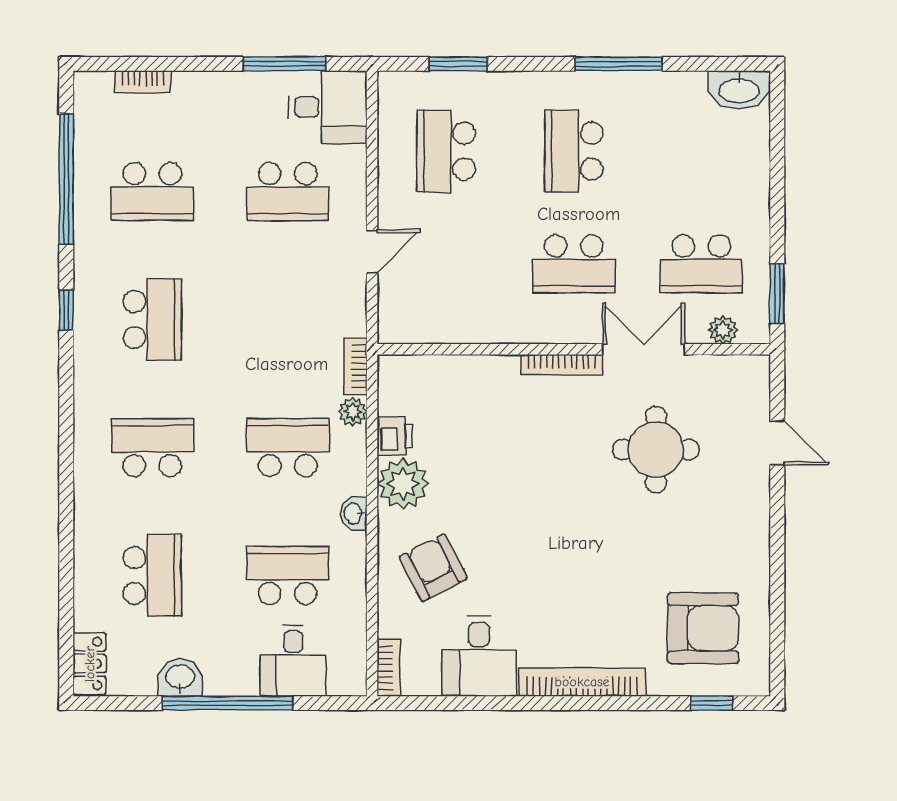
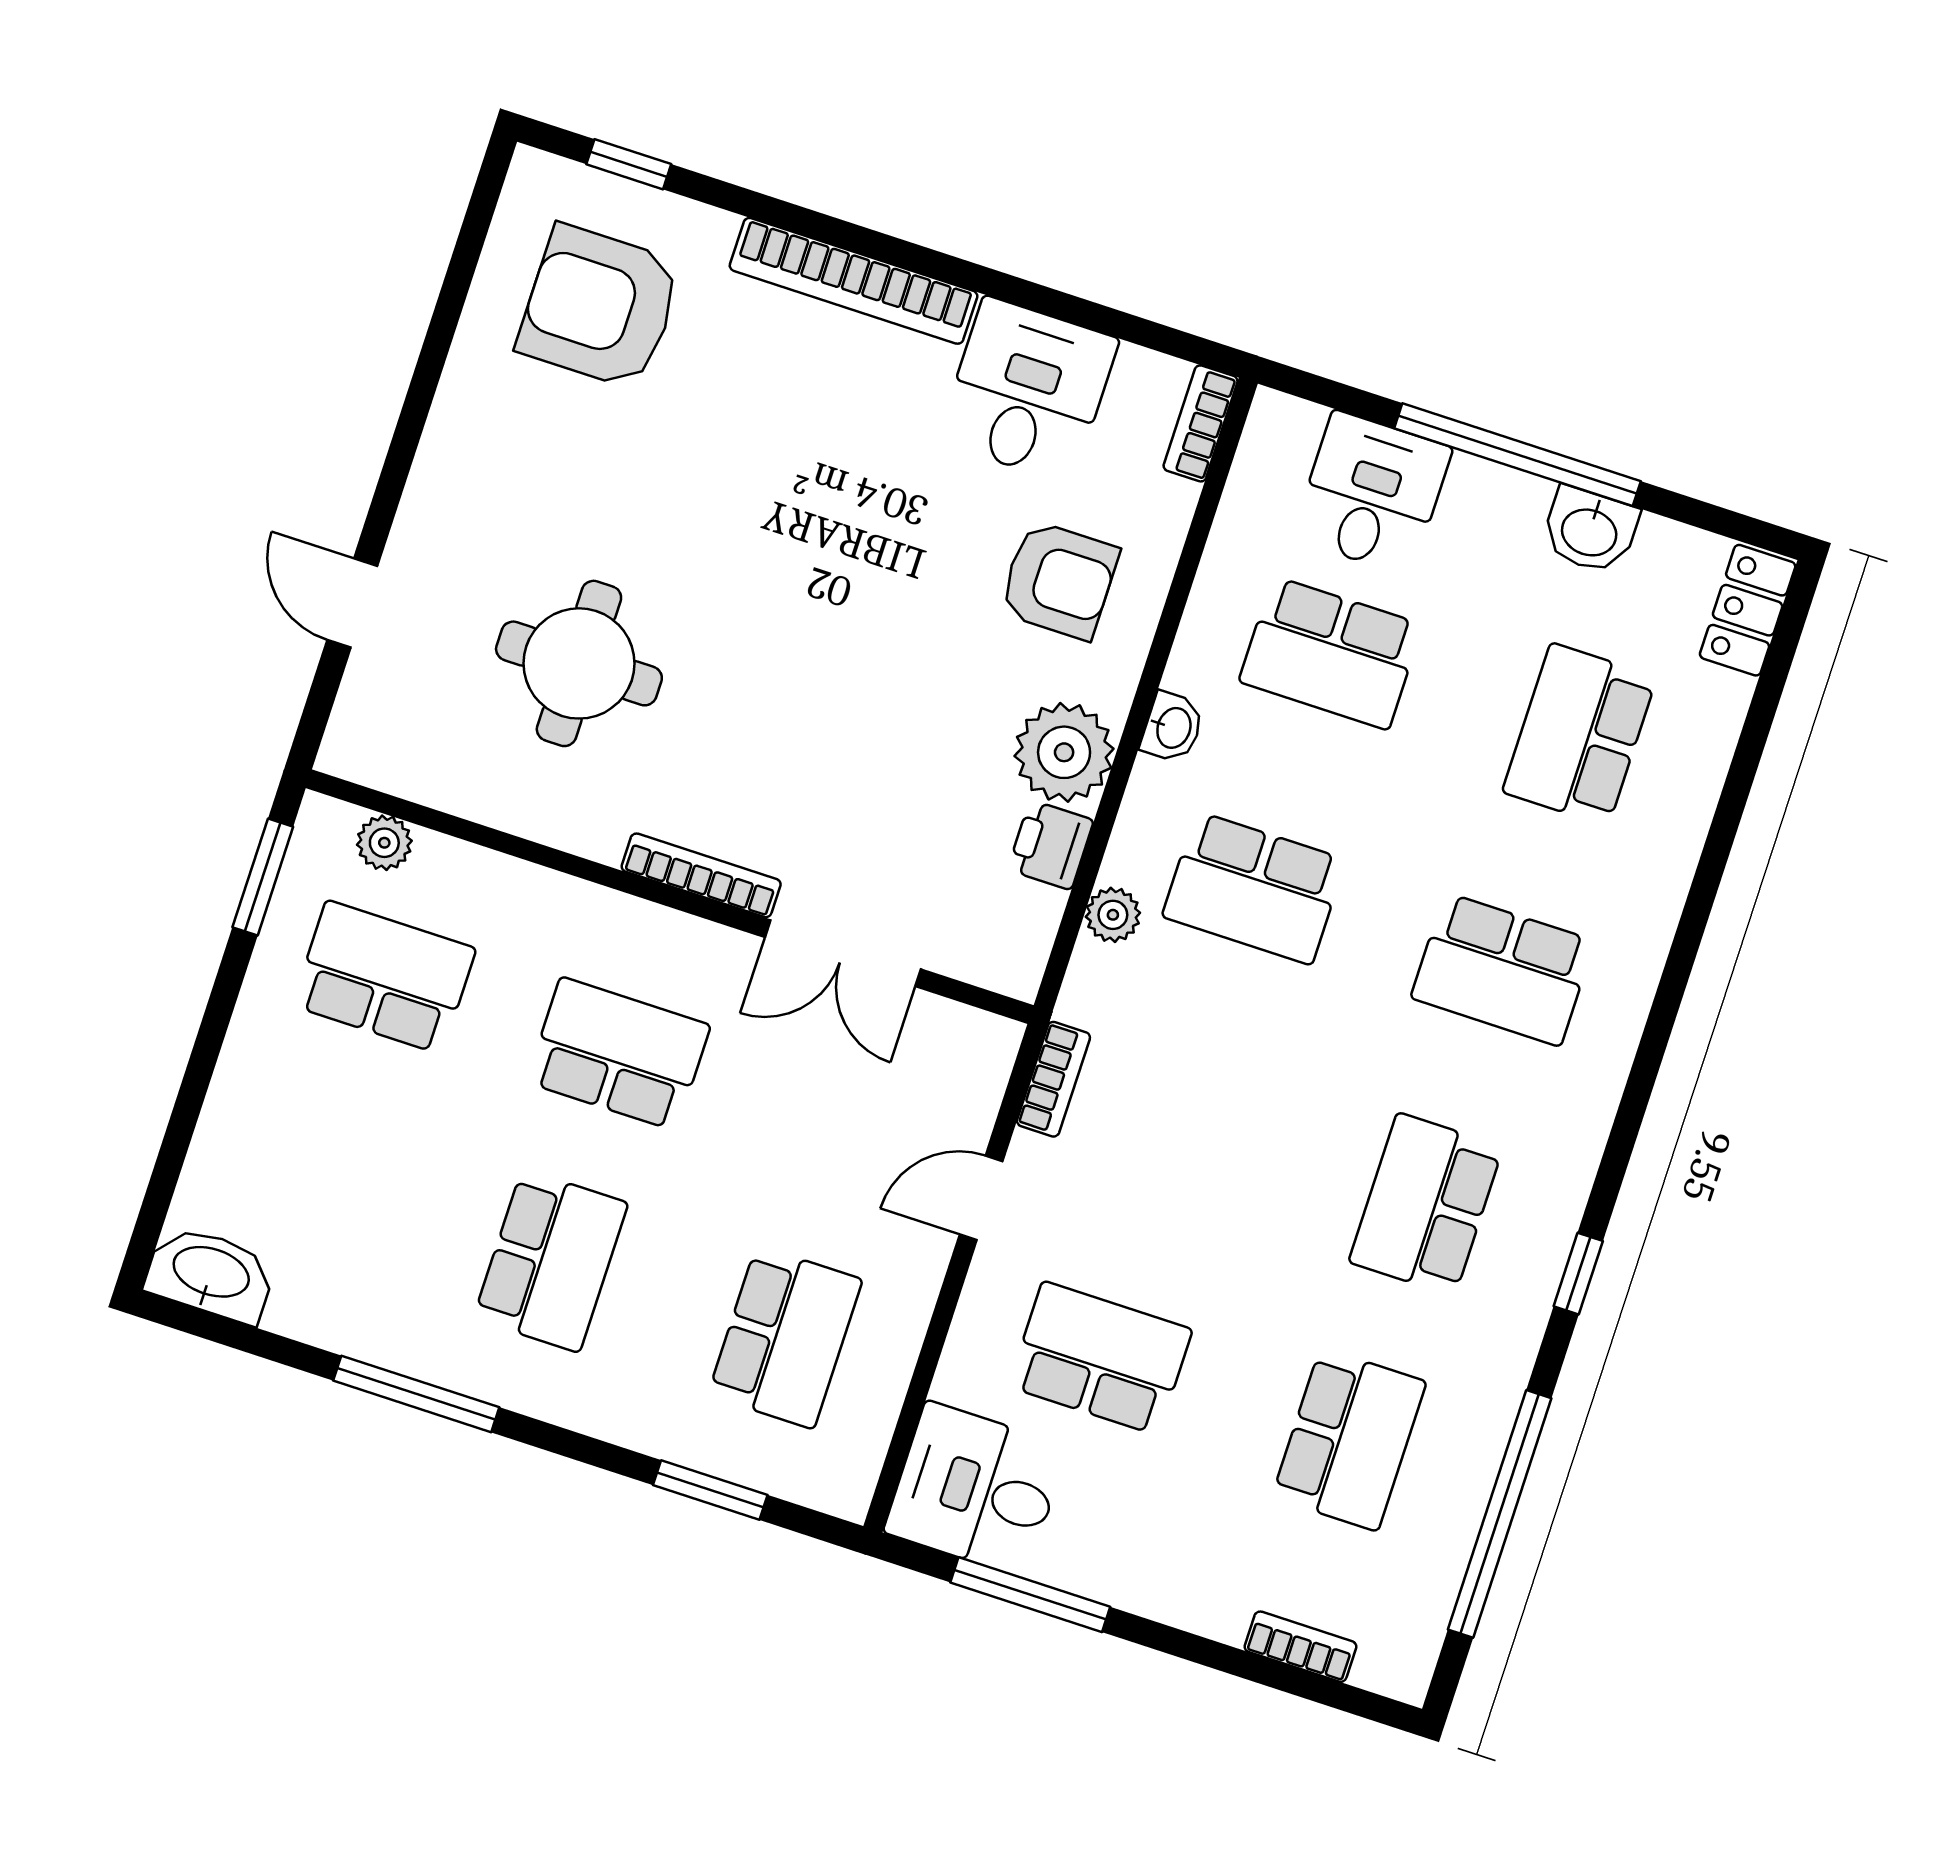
school desk: (152, 192) -> (1349, 1439), turned 90
double door: (644, 349) -> (843, 953), moved
bookcase: (356, 366) -> (1053, 1079), moved
armchair: (433, 568) -> (1059, 580), turned -63

